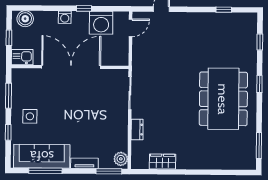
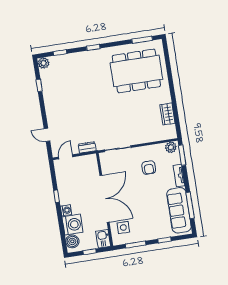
plant: (250, 20) -> (44, 63), added
washing machine: (101, 23) -> (72, 225), moved
door: (130, 28) -> (66, 157), hinge flipped
double door: (71, 67) -> (105, 199), swing flipped
dining table: (223, 99) -> (136, 71), moved
side table: (30, 116) -> (123, 228), moved
armchair: (100, 128) -> (149, 168), added
dresser: (137, 130) -> (87, 147), moved

